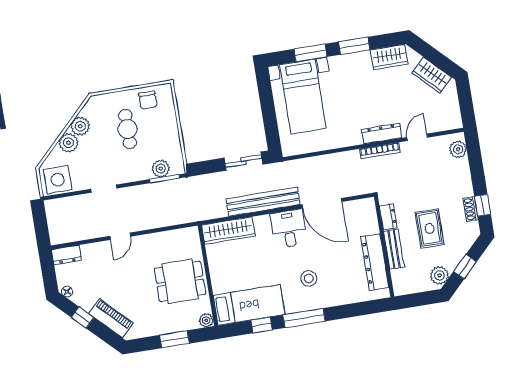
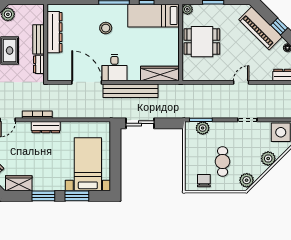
plant: (80, 126) -> (247, 180), moved
dresser: (382, 134) -> (46, 127), moved
piano: (111, 318) -> (260, 28), width x1.37, depth x1.33

